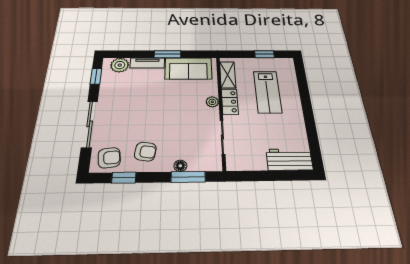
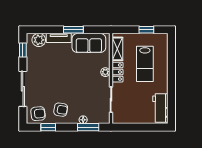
workbench: (289, 159) -> (160, 108), moved, turned -90

